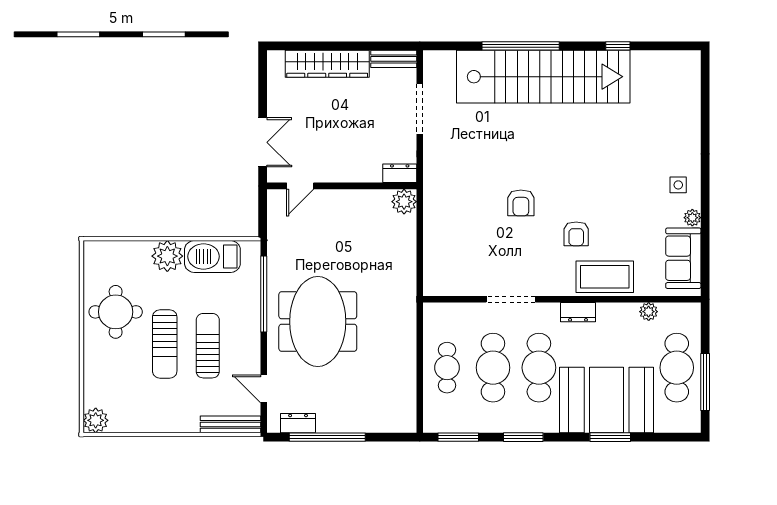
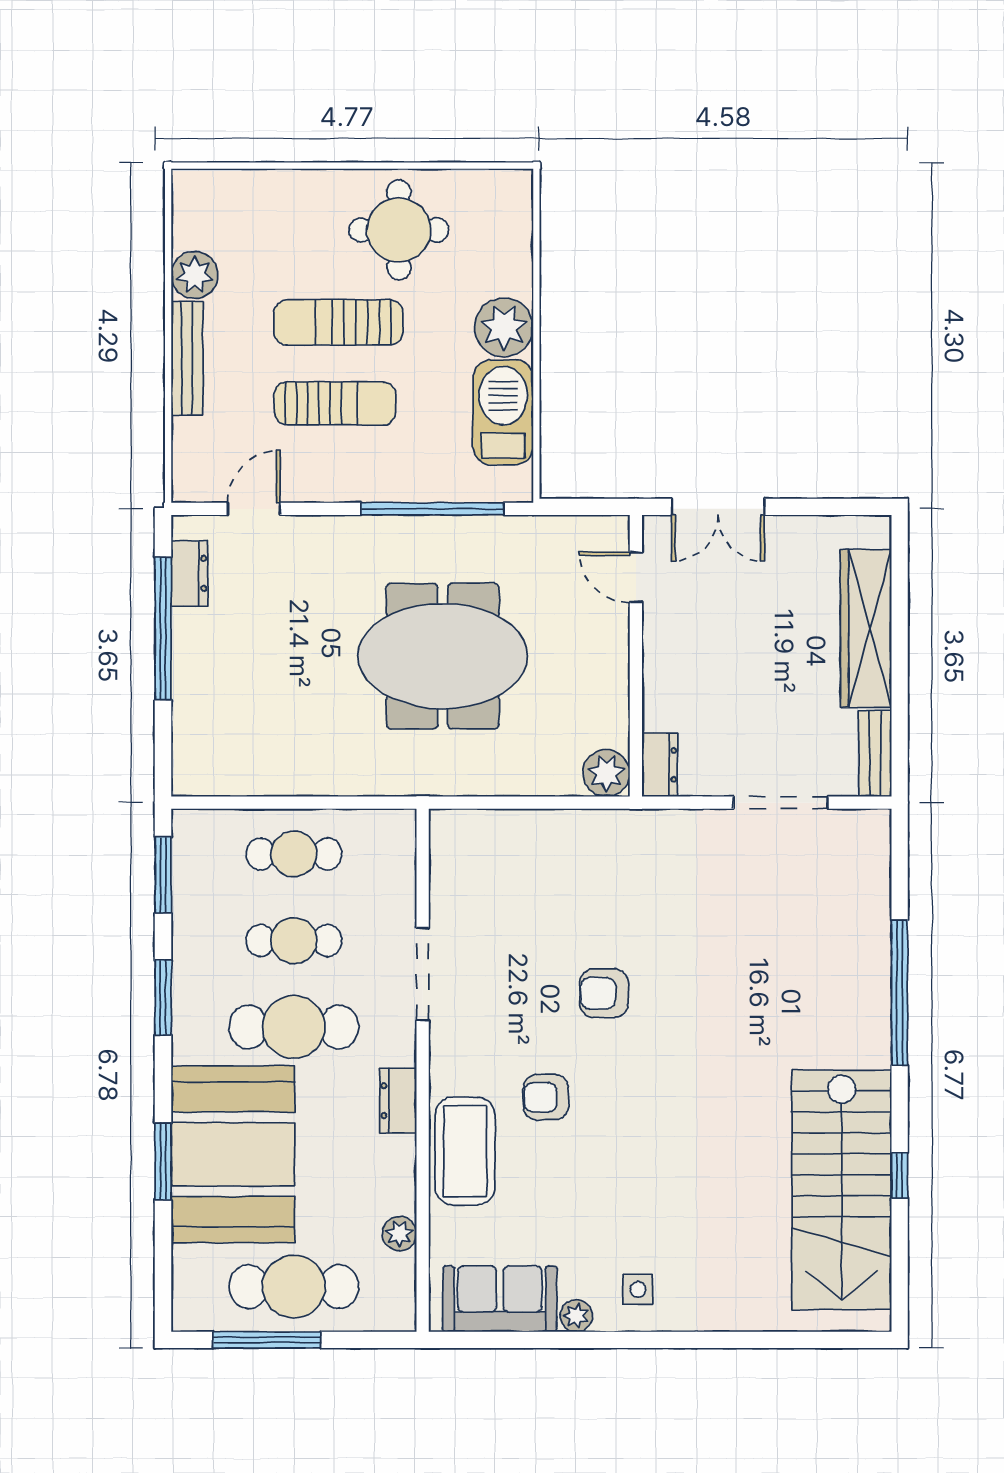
stairs: (543, 77) -> (842, 1190), moved, width x0.73
meeting table: (318, 322) -> (443, 656), moved
cafe table: (493, 368) -> (294, 941), width x0.73, depth x0.74
plant: (96, 420) -> (195, 275), moved
bench: (230, 424) -> (187, 358), moved

